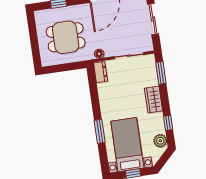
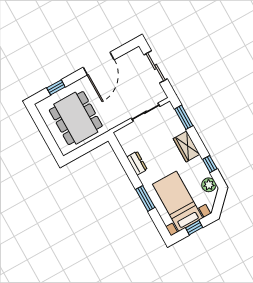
dining table: (66, 37) -> (76, 118), width x1.38
floor lamp: (99, 54) -> (115, 122), removed
dresser: (101, 72) -> (137, 163), moved

